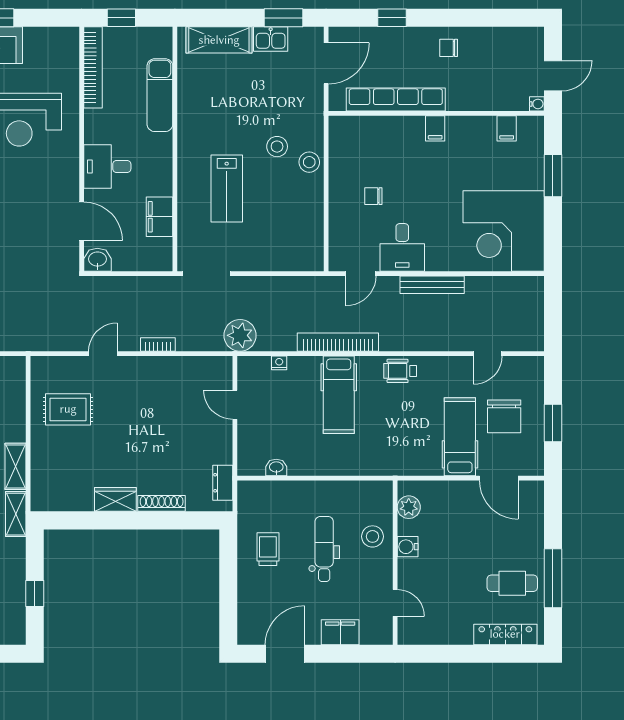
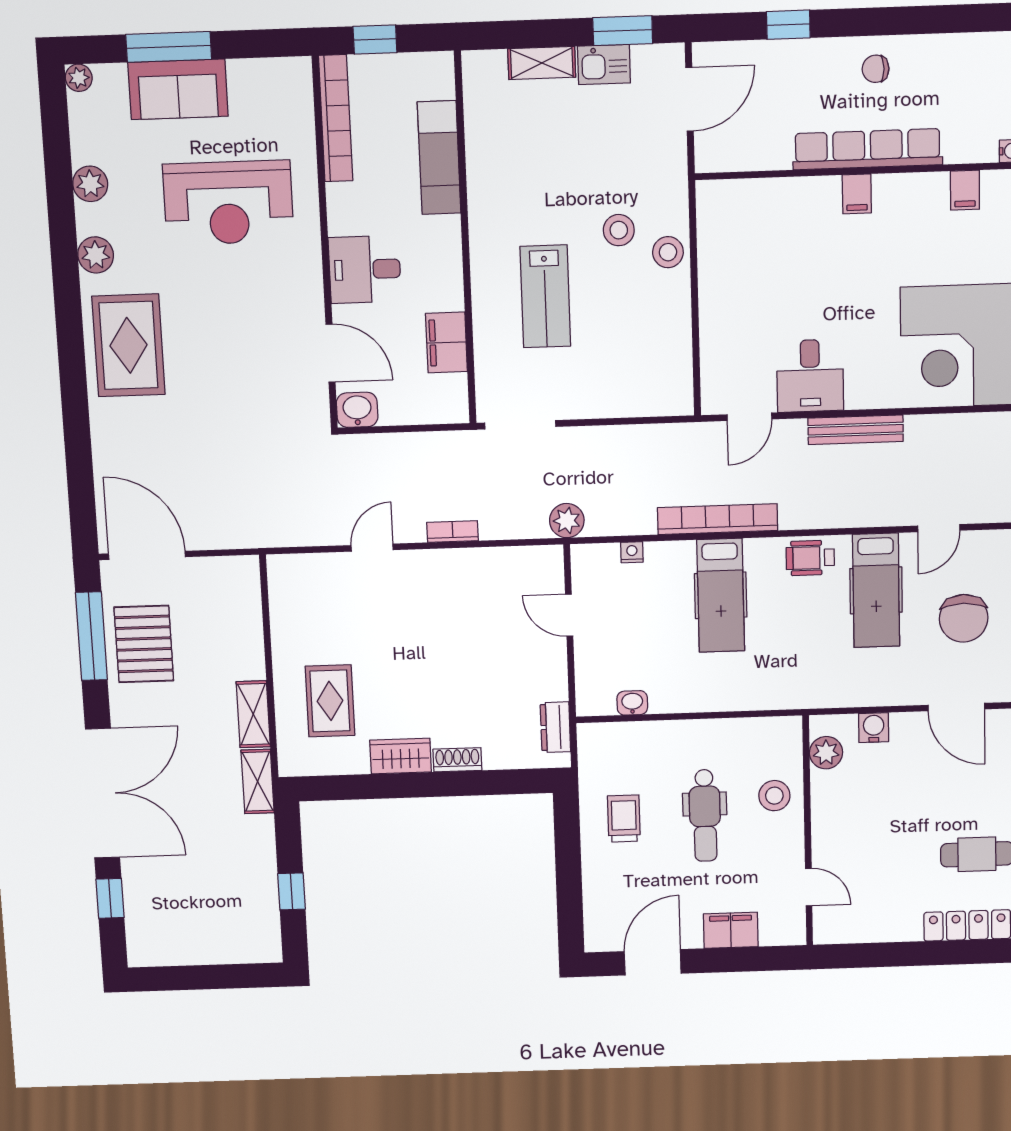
shelving: (219, 40) -> (542, 63), width x0.67, depth x0.75
row of seats: (396, 100) -> (868, 149), moved
chair: (373, 196) -> (765, 300), removed
plant: (240, 335) -> (567, 521), width x0.73, depth x0.73
rug: (68, 409) -> (330, 701), moved, turned 90
hospital bed: (460, 437) -> (876, 590), moved, turned 180
shoe rack: (162, 503) -> (457, 760), width x0.70
water cooler: (408, 547) -> (874, 728), moved, turned 90
dental chair: (324, 549) -> (705, 815), turned 180

